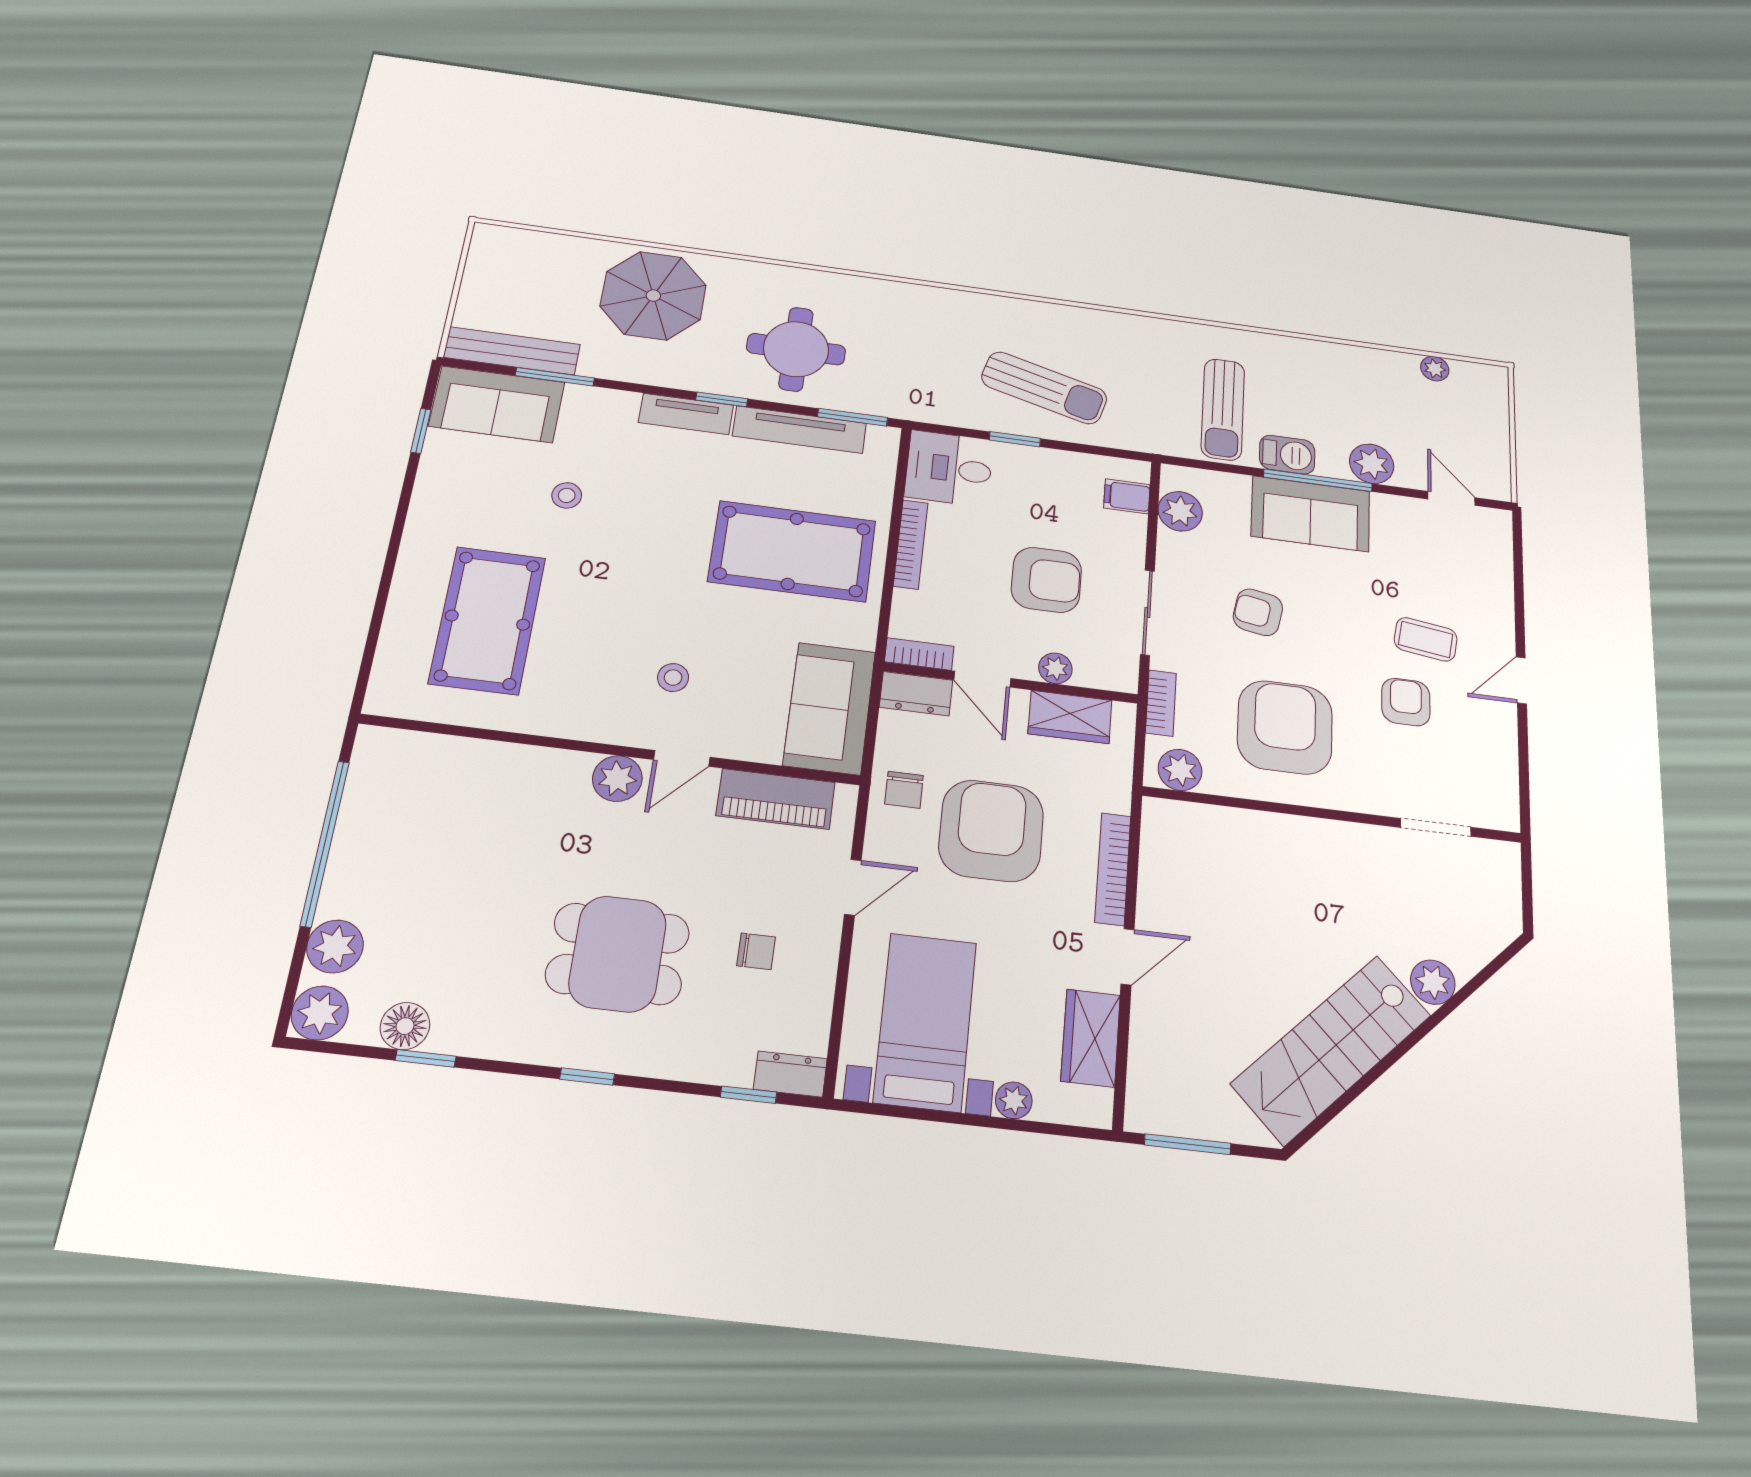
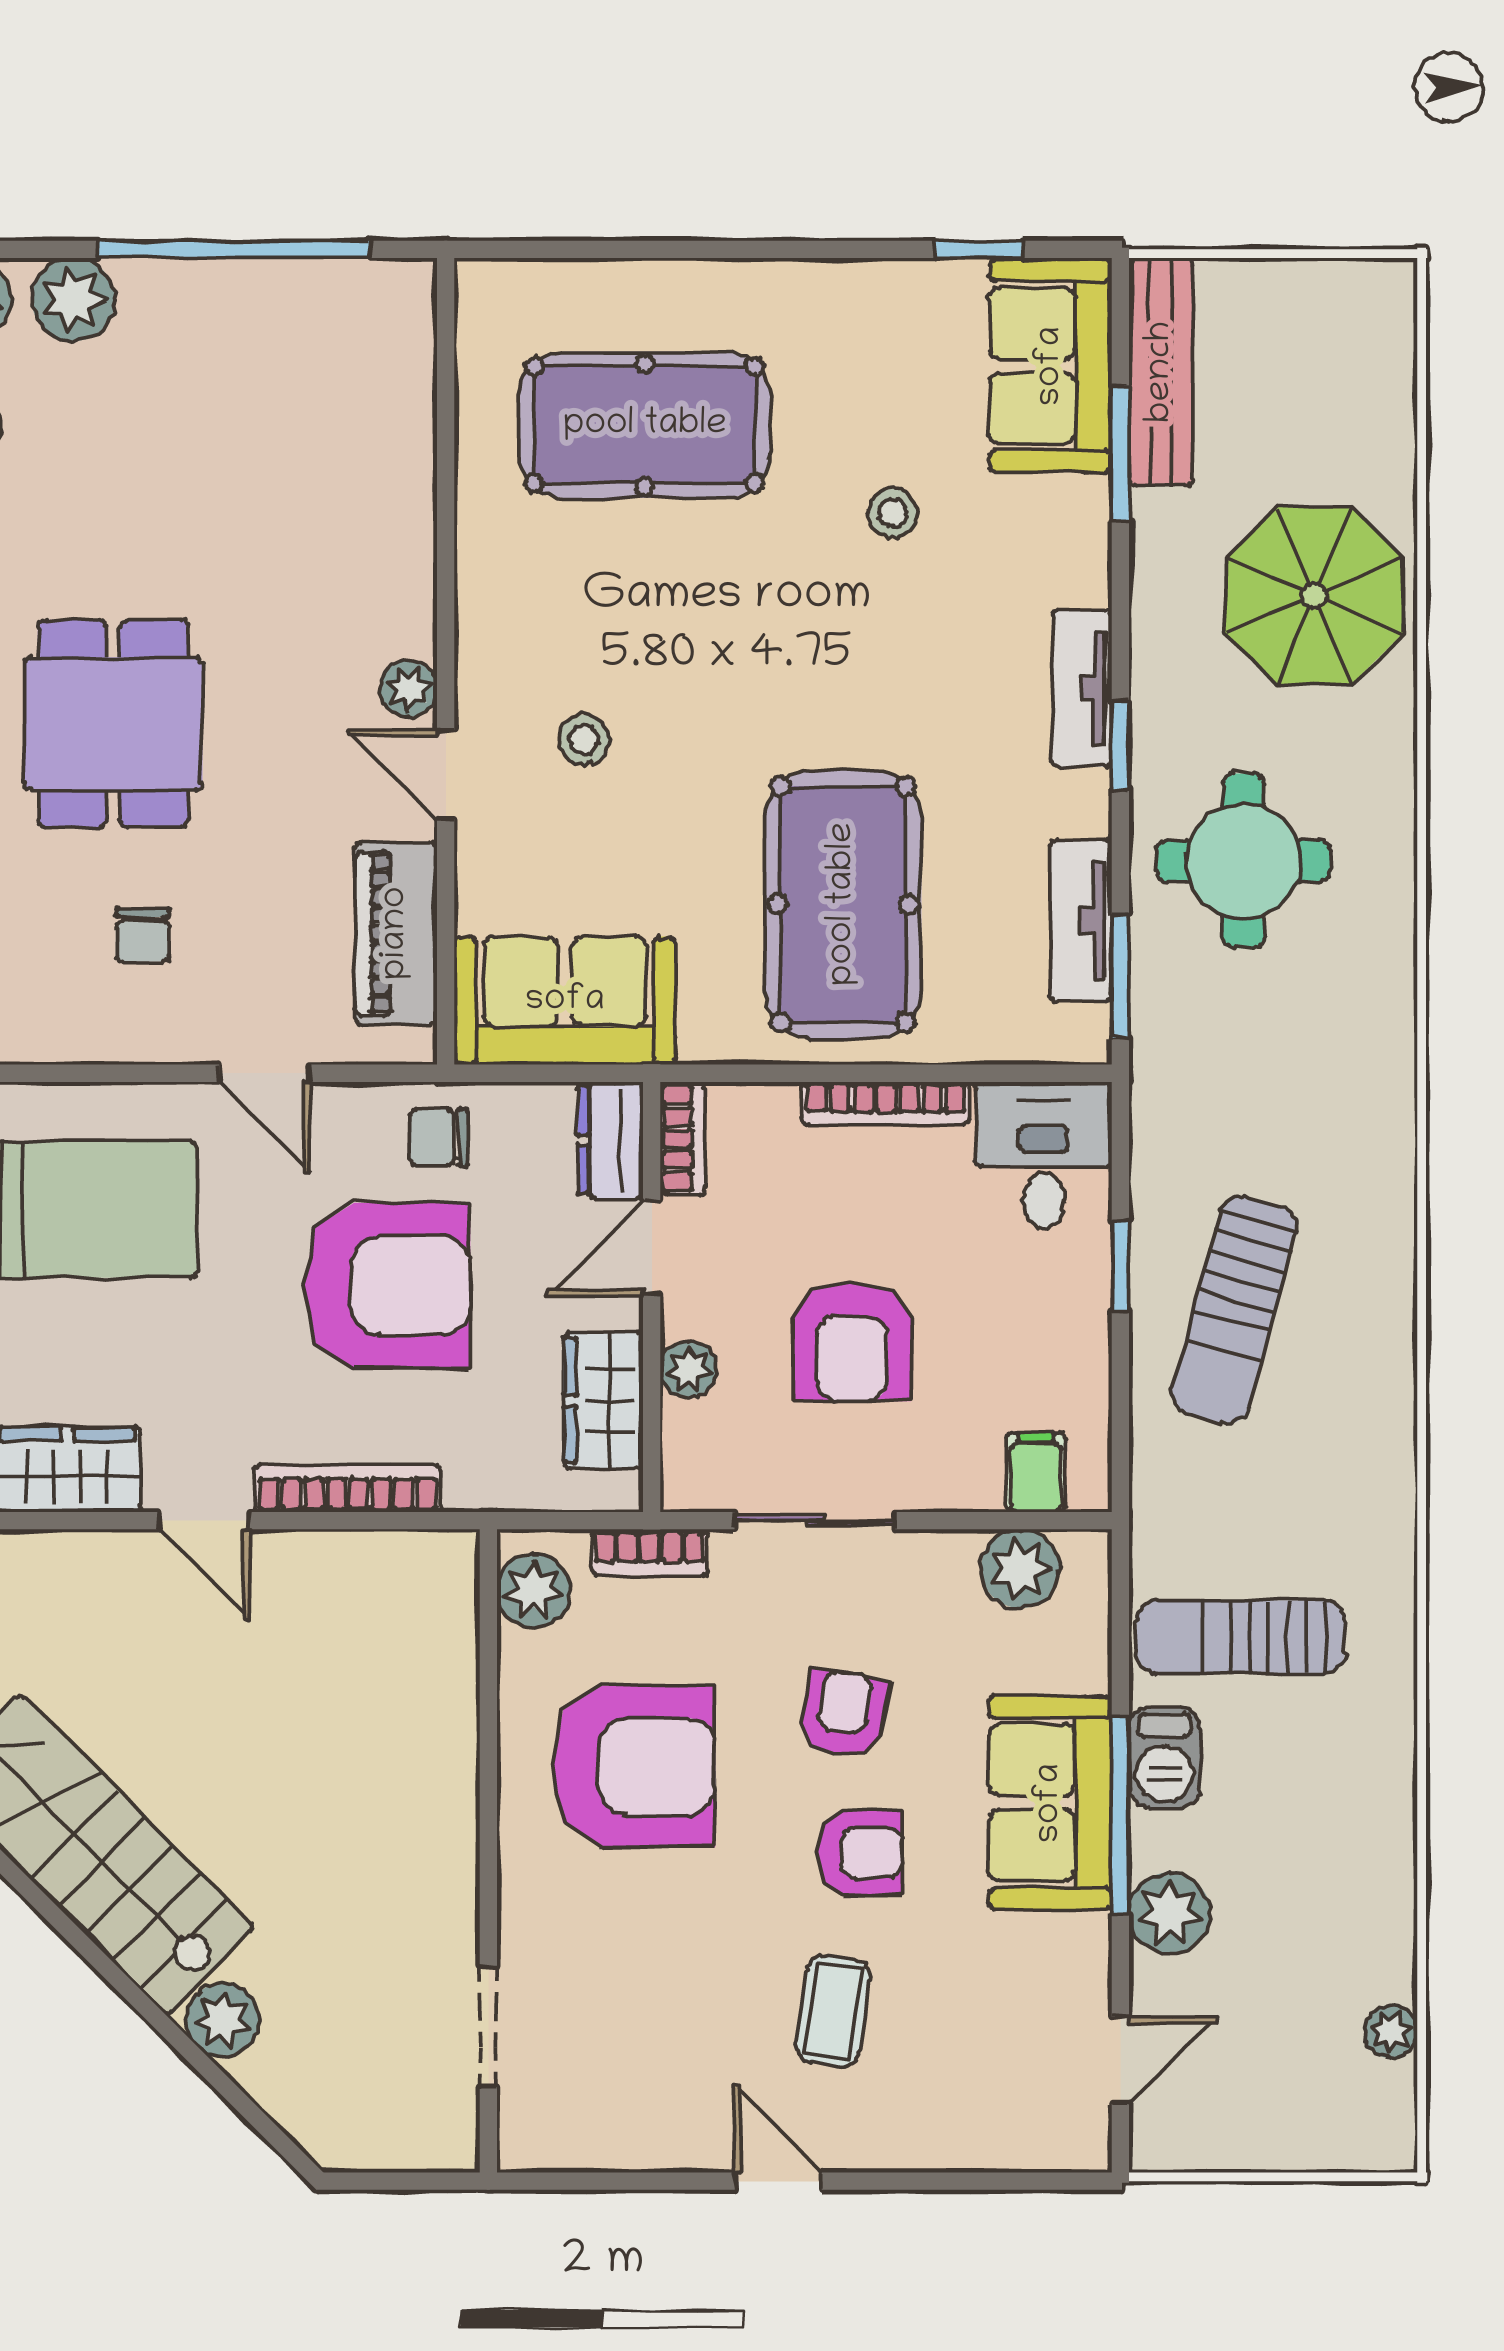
tv unit: (800, 430) -> (1081, 921), width x0.71
armchair: (1406, 702) -> (860, 1853), moved
plant: (617, 779) -> (409, 689), width x0.73, depth x0.73

